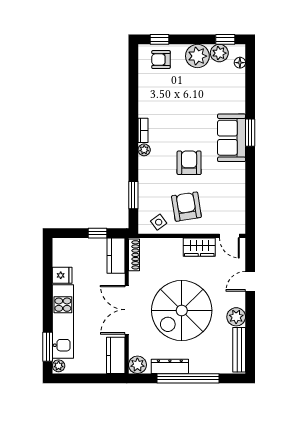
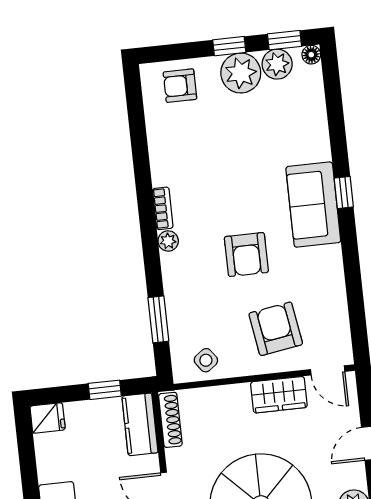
window: (159, 39) -> (229, 46), moved
floor lamp: (240, 63) -> (311, 55), moved
window: (250, 133) -> (344, 192), width x0.67
armchair: (189, 163) -> (246, 255), turned 180
armchair: (186, 207) -> (276, 329), moved
fridge: (62, 275) -> (48, 418), moved

